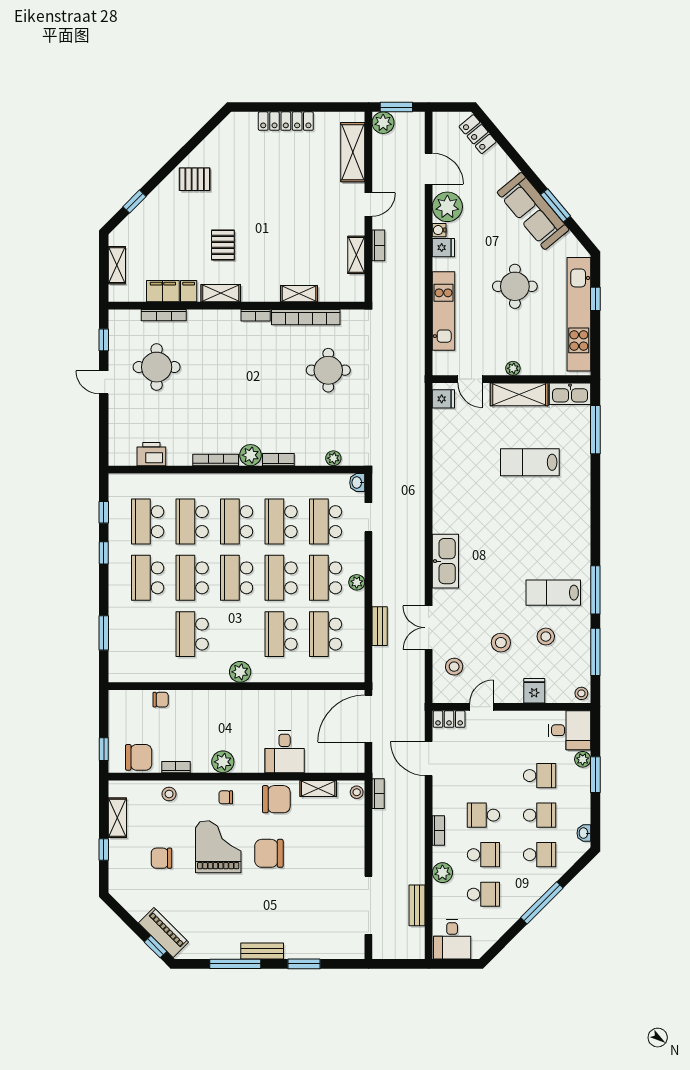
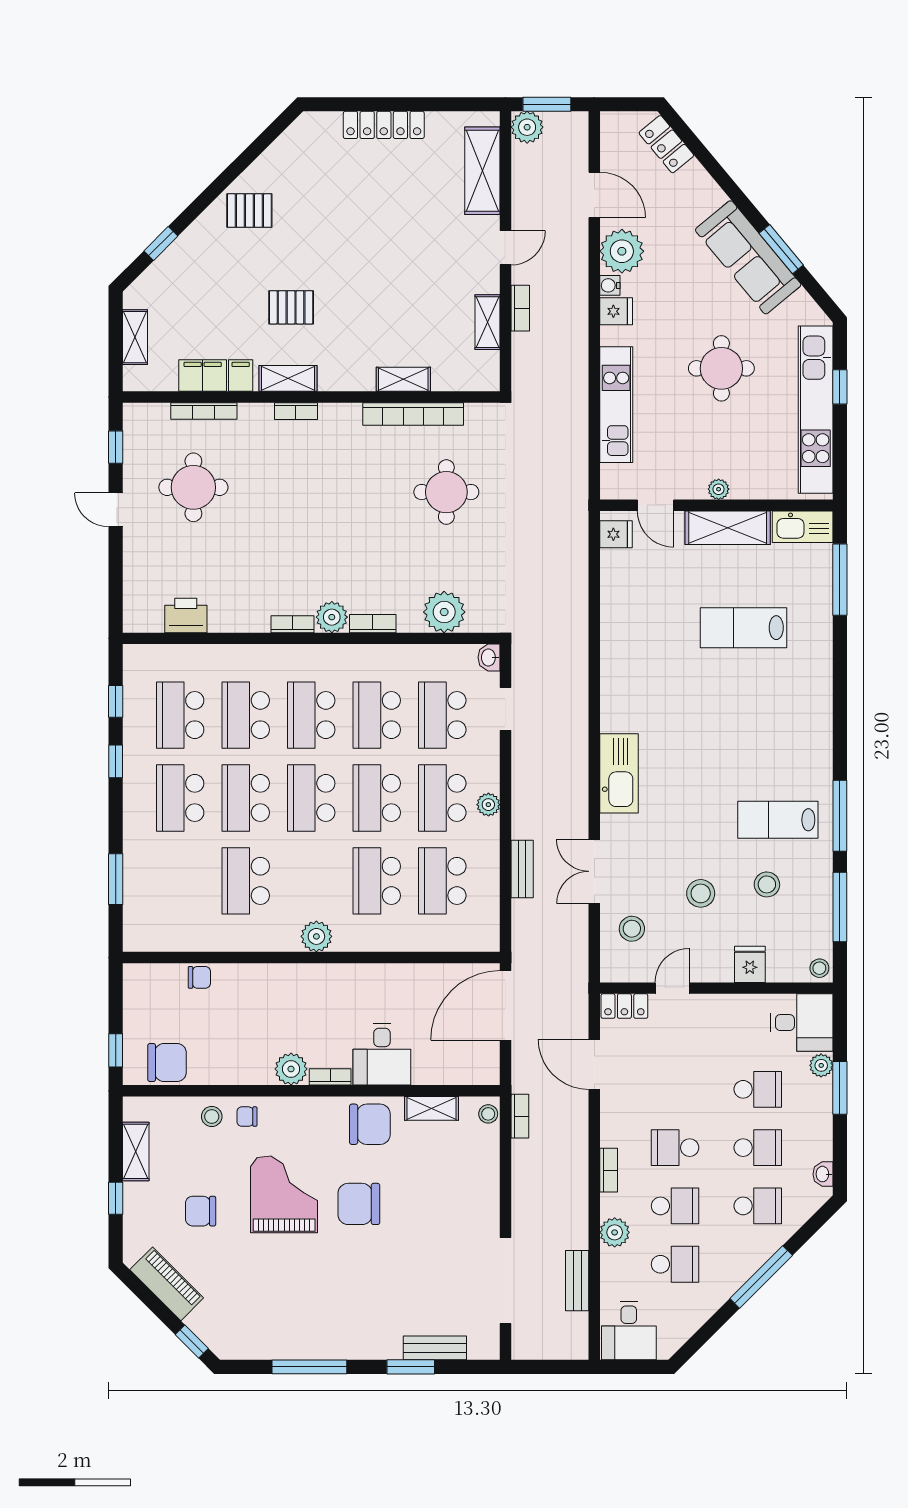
pallet: (223, 245) -> (291, 307), turned 90
bookcase: (256, 315) -> (296, 411), moved
plant: (333, 458) -> (444, 612), width x1.88, depth x1.88
bookcase: (216, 460) -> (292, 624), width x0.64
bookcase: (176, 767) -> (330, 1077), moved
chair: (226, 797) -> (247, 1117), moved
piano: (164, 933) -> (167, 1284), moved
bench: (262, 951) -> (435, 1348), moved

